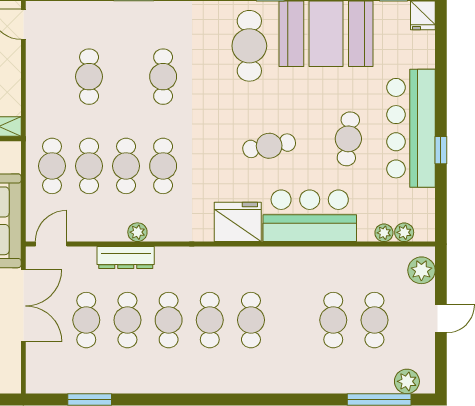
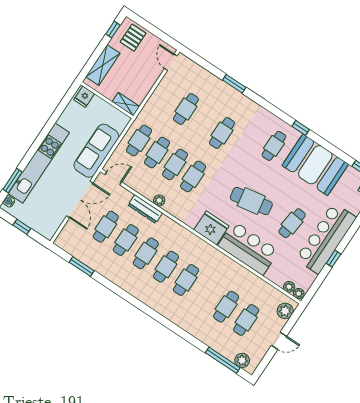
cafe table: (249, 46) -> (274, 146), width x0.73, depth x0.74
cafe table: (269, 146) -> (251, 201), width x1.37, depth x1.35
plant: (384, 233) -> (299, 294), moved

